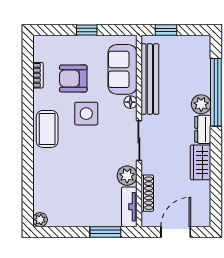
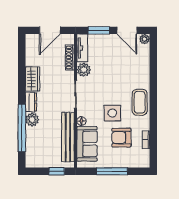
window: (87, 30) -> (112, 171), width x2.17
armchair: (73, 78) -> (121, 138), turned 180
door: (65, 232) -> (127, 30), added

